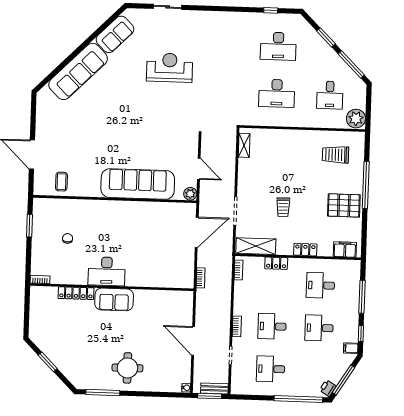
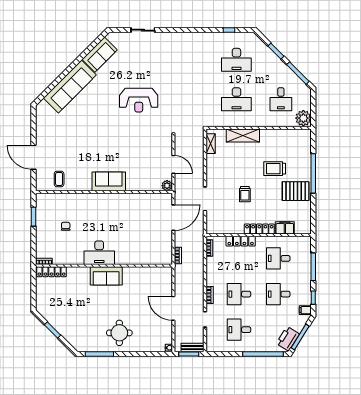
reception desk: (170, 68) -> (139, 100), moved, turned 180
trolley: (335, 155) -> (275, 169), moved
sofa: (138, 184) -> (109, 181), width x0.54, depth x0.79
shelving: (256, 246) -> (243, 136), moved
locker: (305, 250) -> (259, 229), width x1.53
filing cabinet: (345, 250) -> (285, 228), moved
locker: (276, 263) -> (241, 241), width x1.53
locker: (76, 293) -> (52, 272), moved
printer: (328, 388) -> (288, 339), width x1.87, depth x1.48

